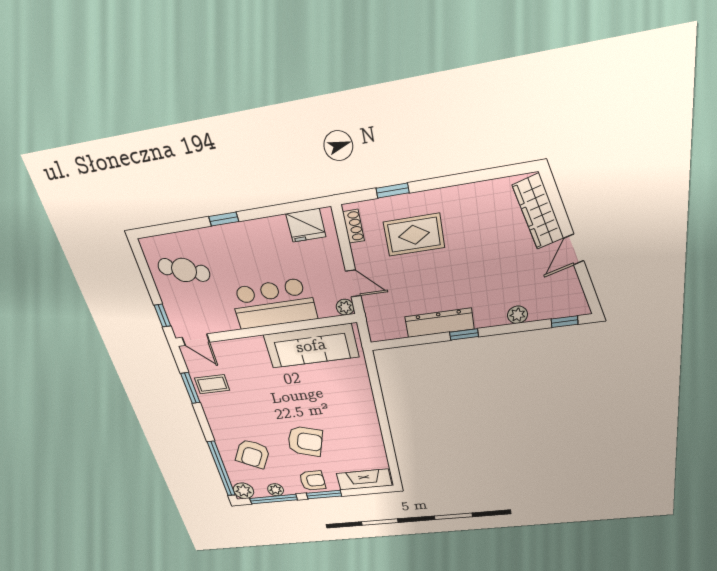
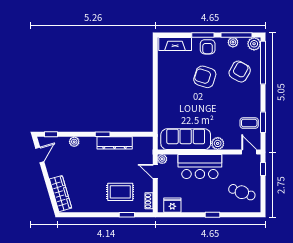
door: (574, 250) -> (40, 155), moved
plant: (254, 346) -> (218, 143), added
armchair: (312, 481) -> (208, 47), turned -90

